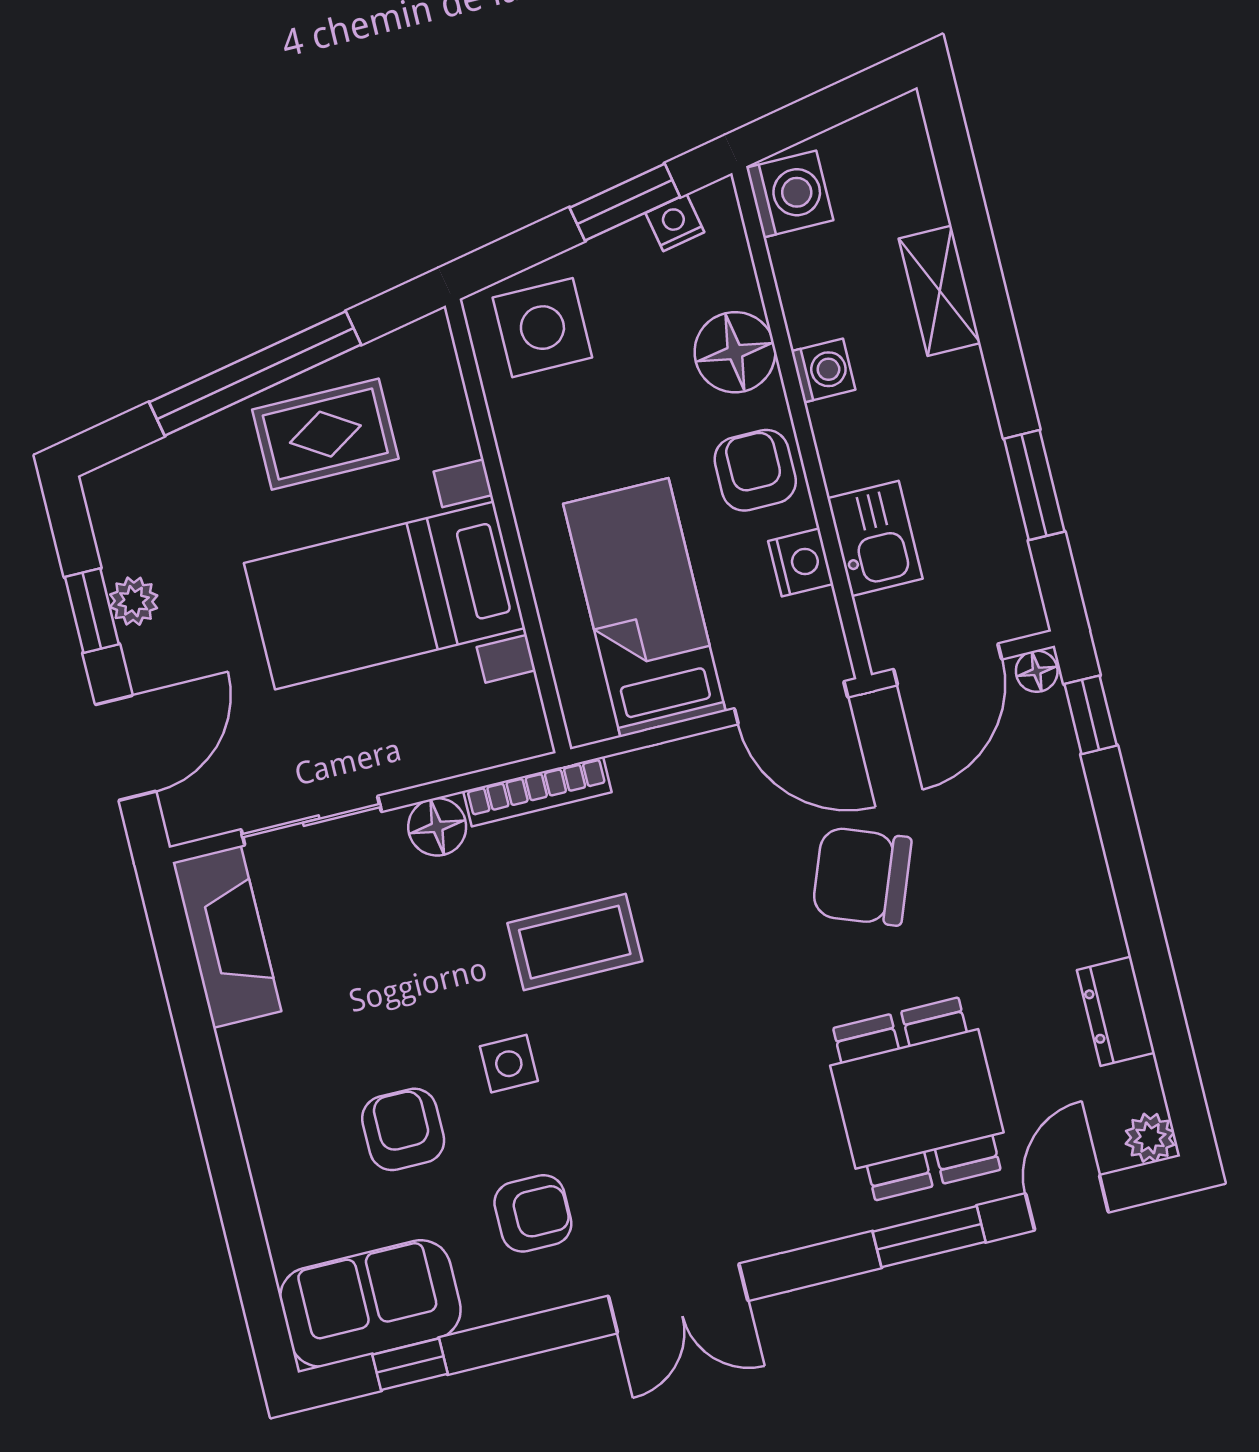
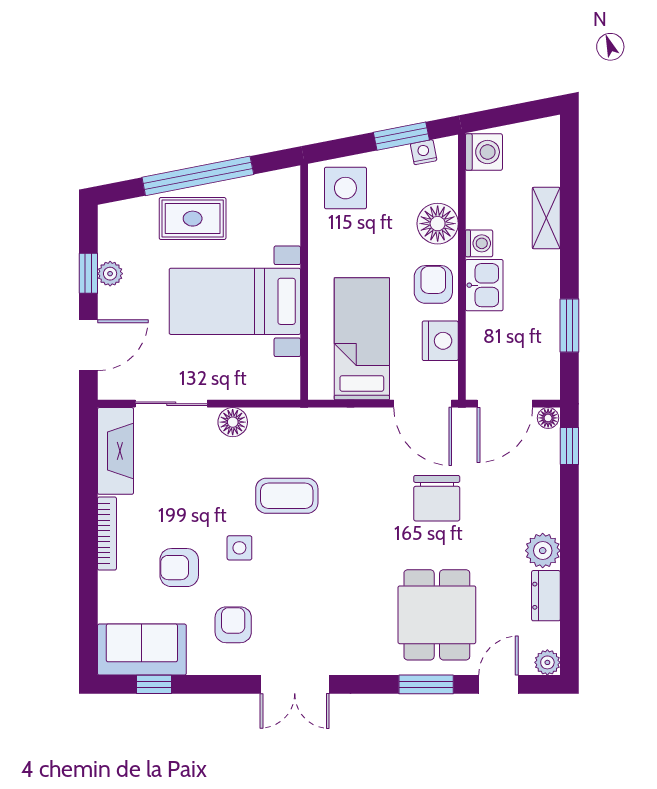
rug: (325, 434) -> (193, 219), moved
kitchen sink: (875, 538) -> (484, 285), moved
nightstand: (801, 562) -> (440, 341), width x1.36, depth x1.33
bookcase: (537, 792) -> (107, 534), moved, turned -90
chair: (862, 876) -> (437, 498), turned -111
plant: (1089, 927) -> (543, 551), added
armchair: (403, 1129) -> (179, 568), turned -90
armchair: (533, 1213) -> (233, 625), turned -90

